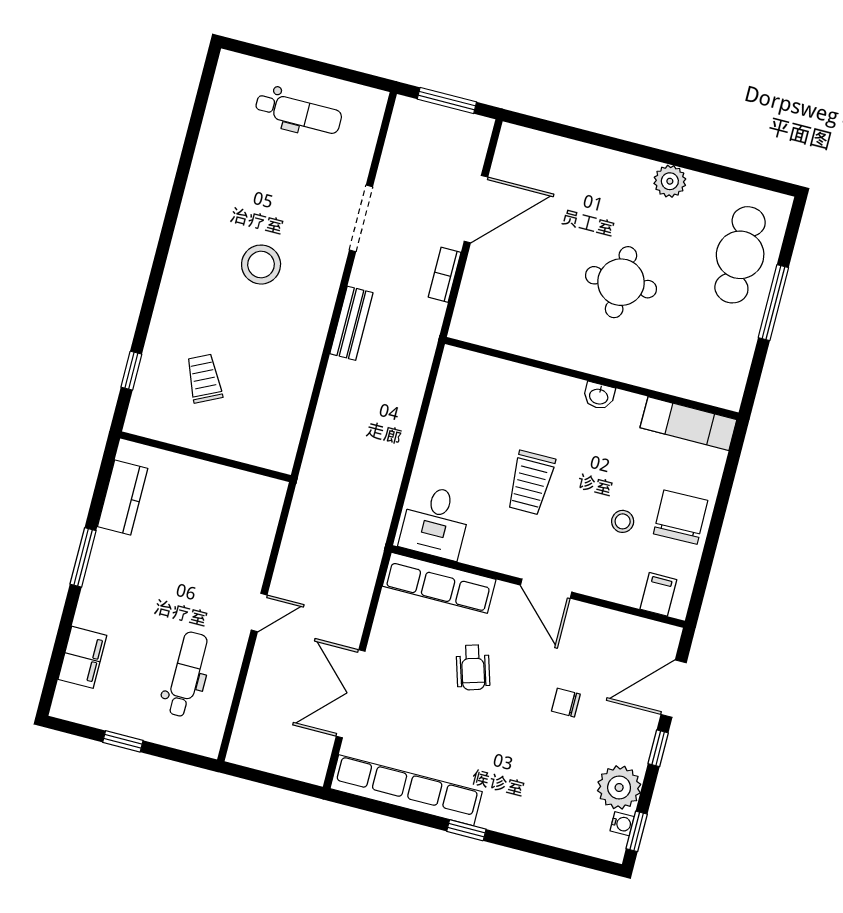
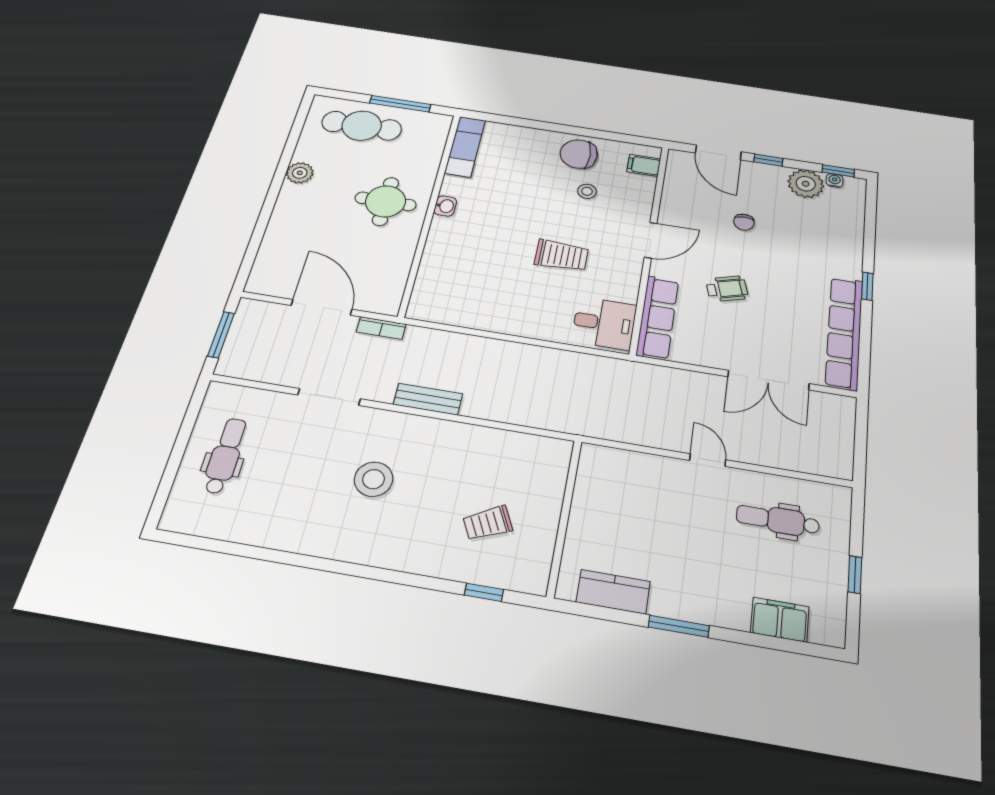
wall: (592, 378) -> (430, 211), moved
washbasin: (599, 396) -> (445, 206), moved
exam couch: (688, 424) -> (465, 147), moved

